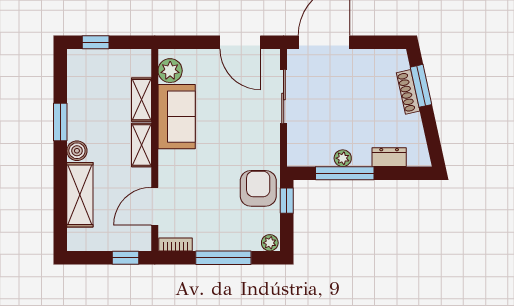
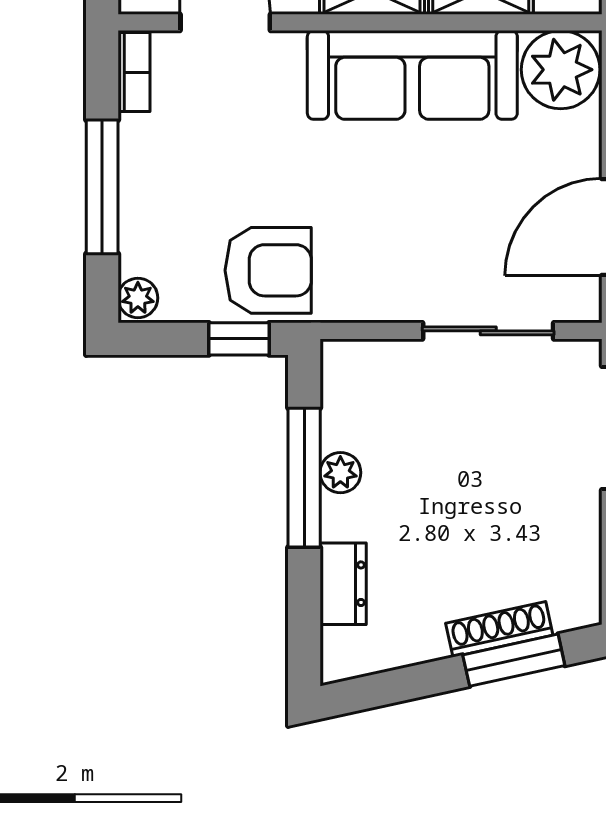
plant: (170, 71) -> (561, 70), width x1.36, depth x1.36
sofa: (177, 117) -> (412, 75), width x1.36

